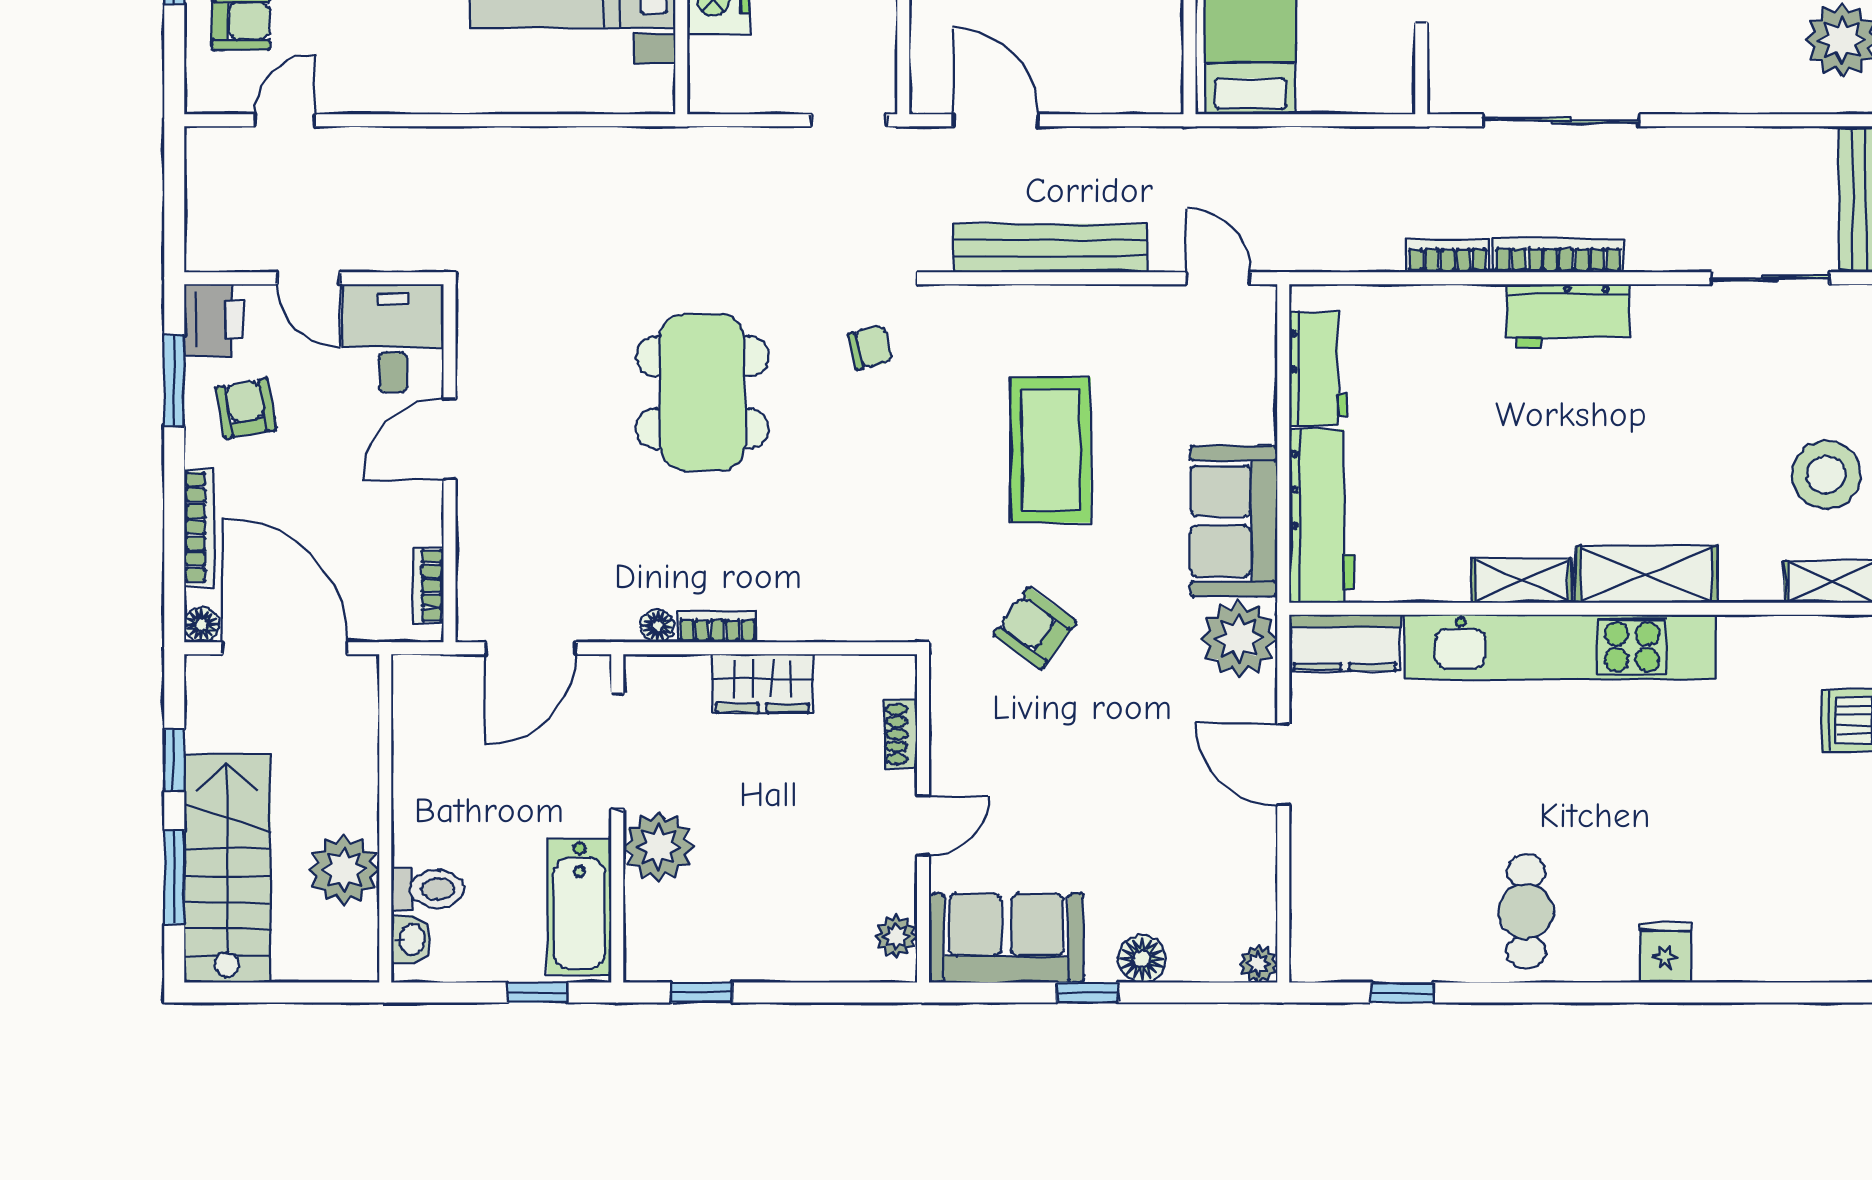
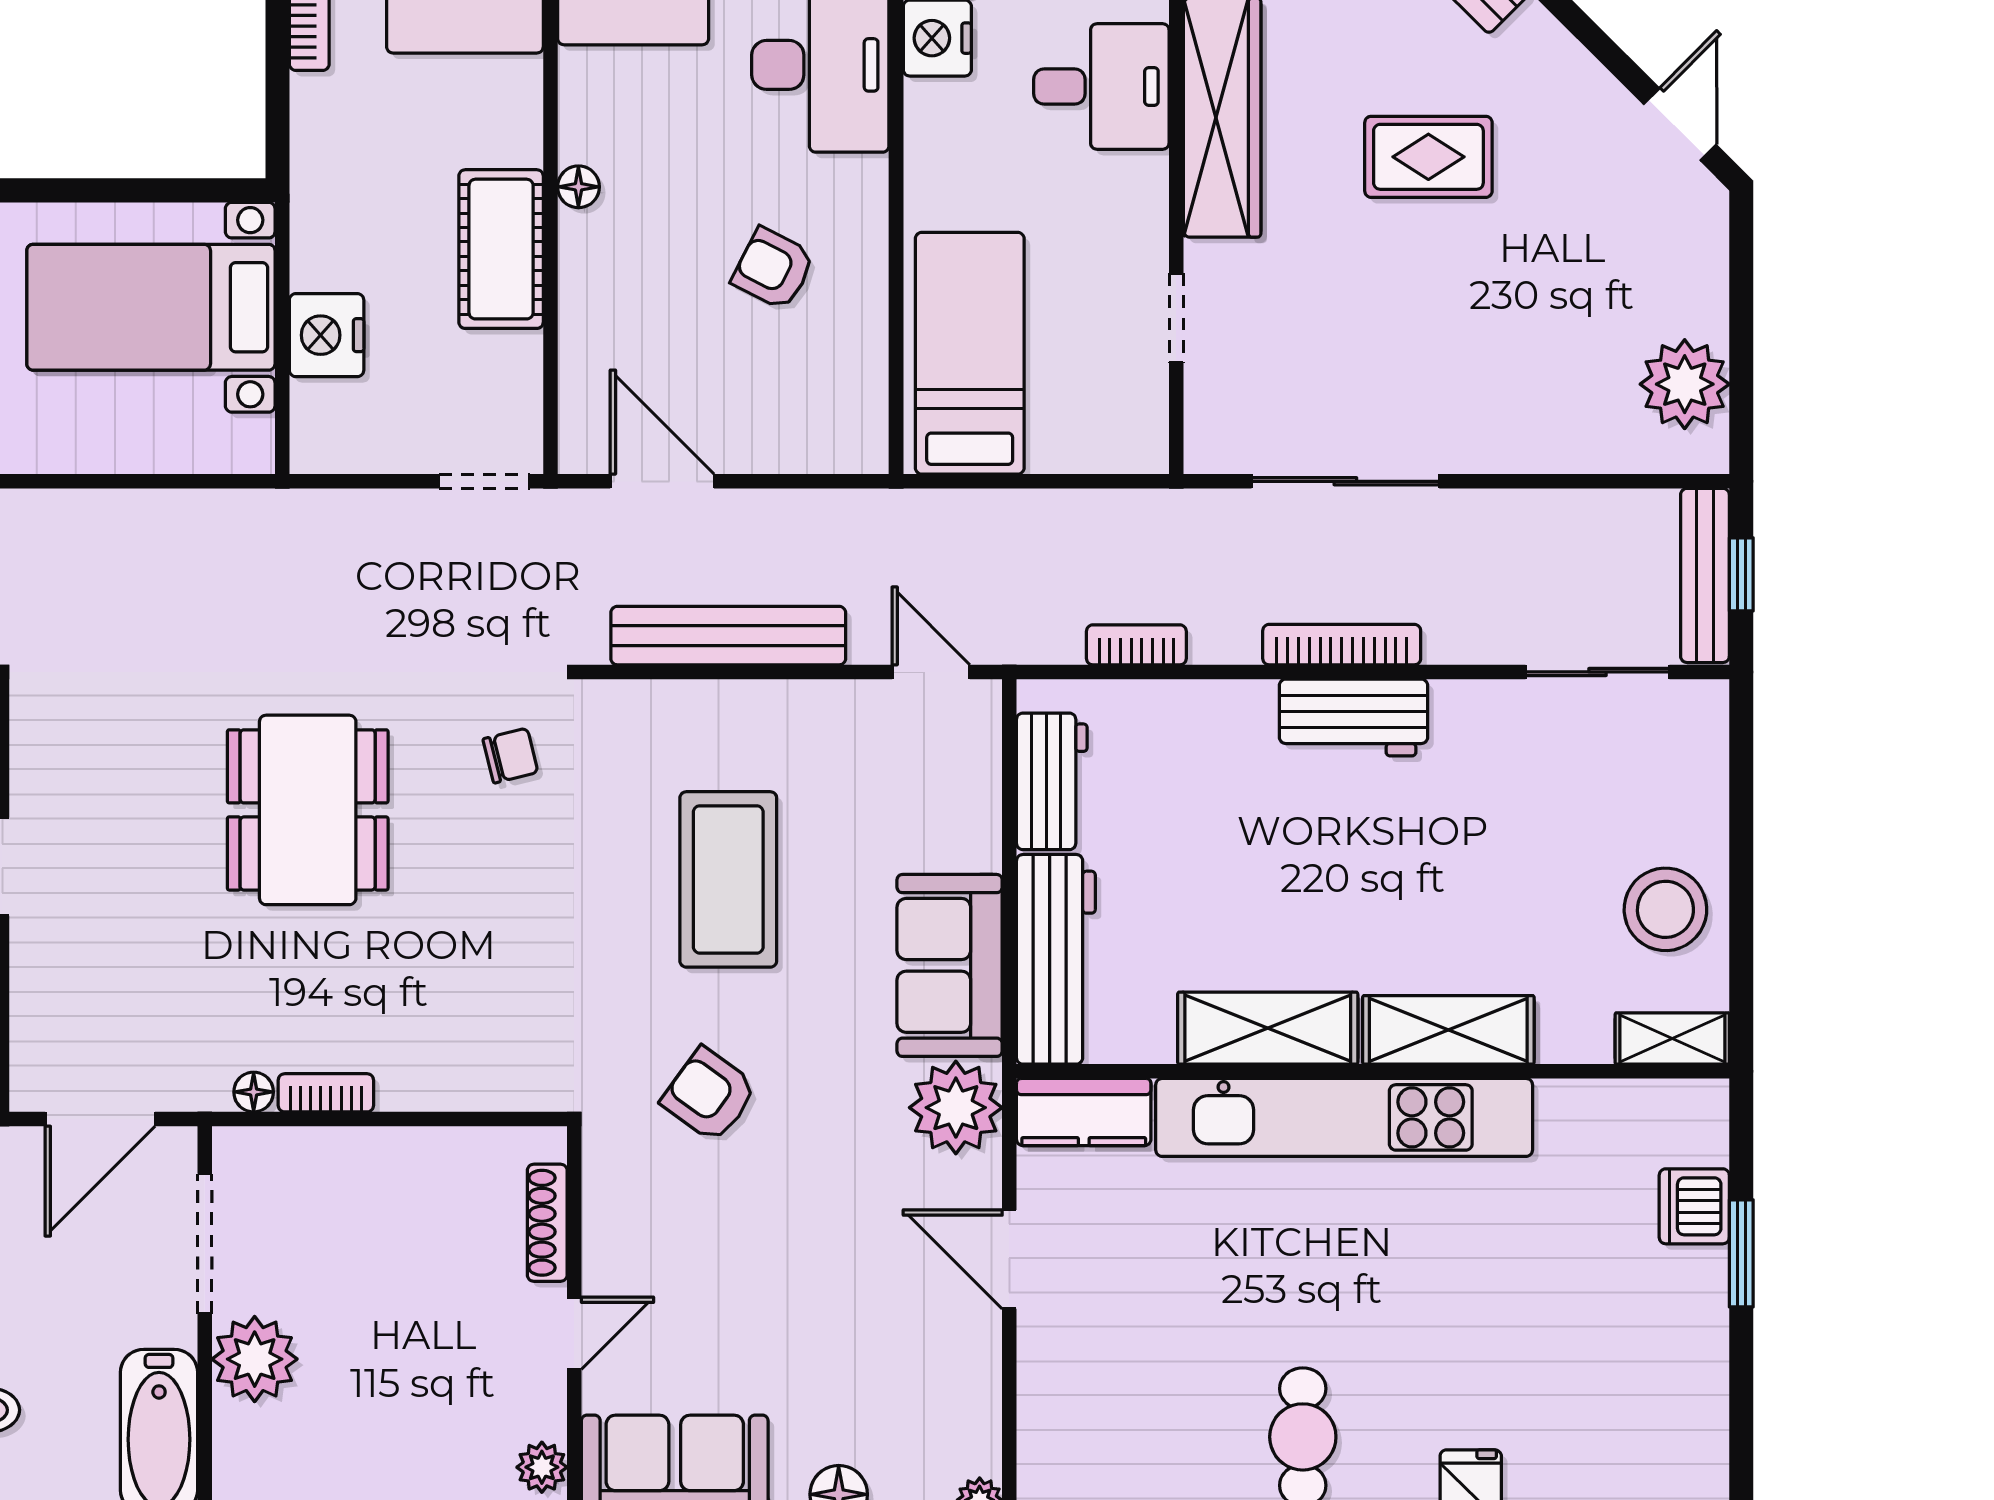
bookcase: (1448, 256) -> (1136, 645), moved
shelving: (1522, 580) -> (1268, 1028), width x1.50, depth x1.33
wardrobe: (763, 683) -> (380, 1162), removed
shoe rack: (901, 734) -> (547, 1223), width x1.43

